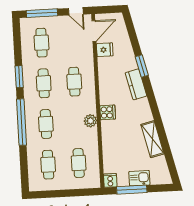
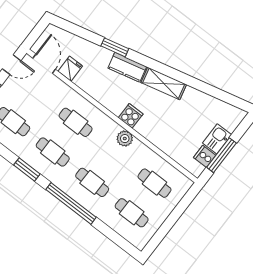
shelving: (152, 139) -> (164, 83), moved
cooker: (110, 180) -> (205, 156), moved

